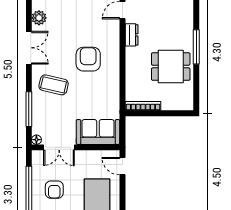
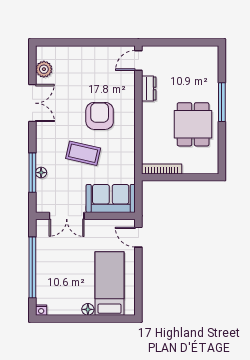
dining table: (171, 67) -> (193, 124), turned 90
coffee table: (54, 85) -> (83, 153), moved
floor lamp: (36, 140) -> (41, 173), moved
armchair: (54, 190) -> (61, 264), removed

